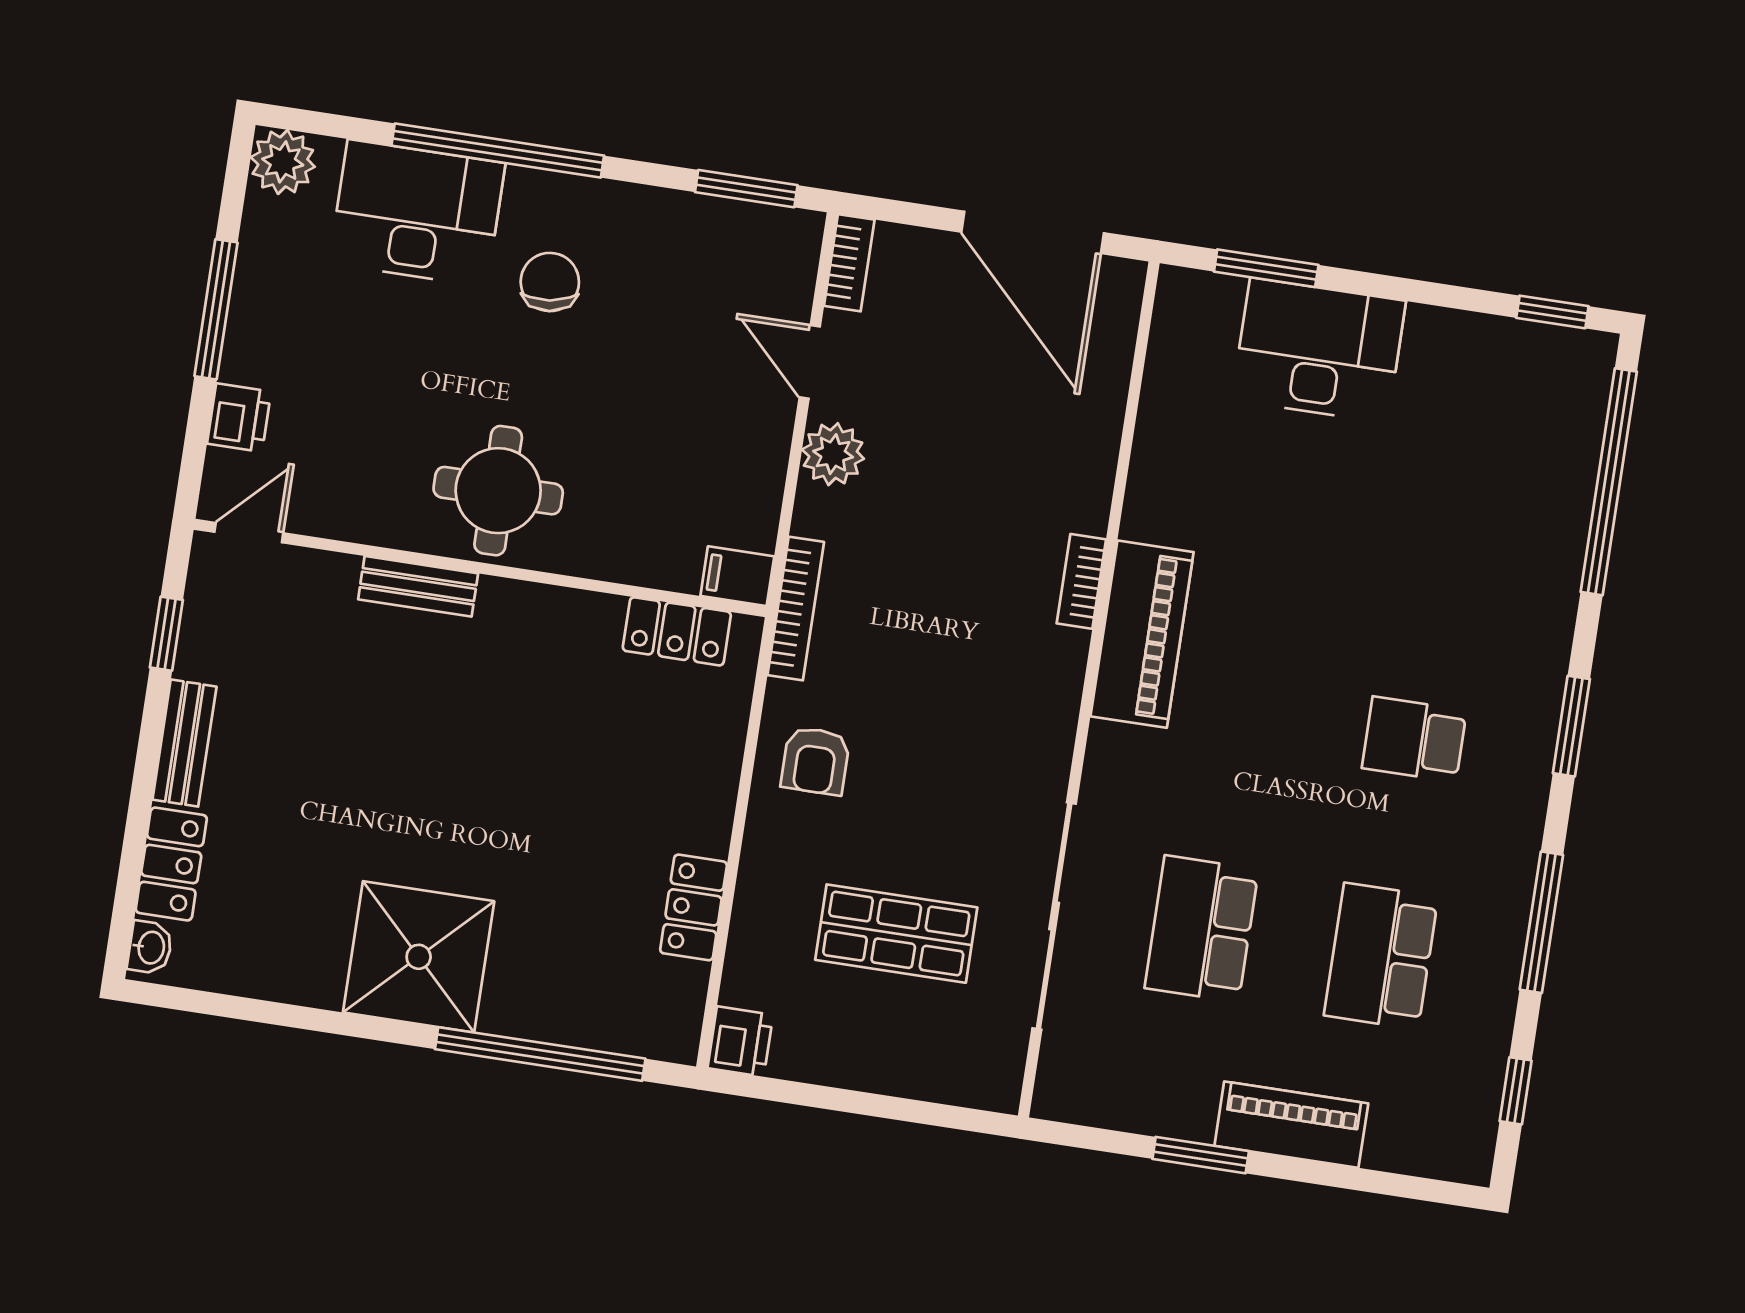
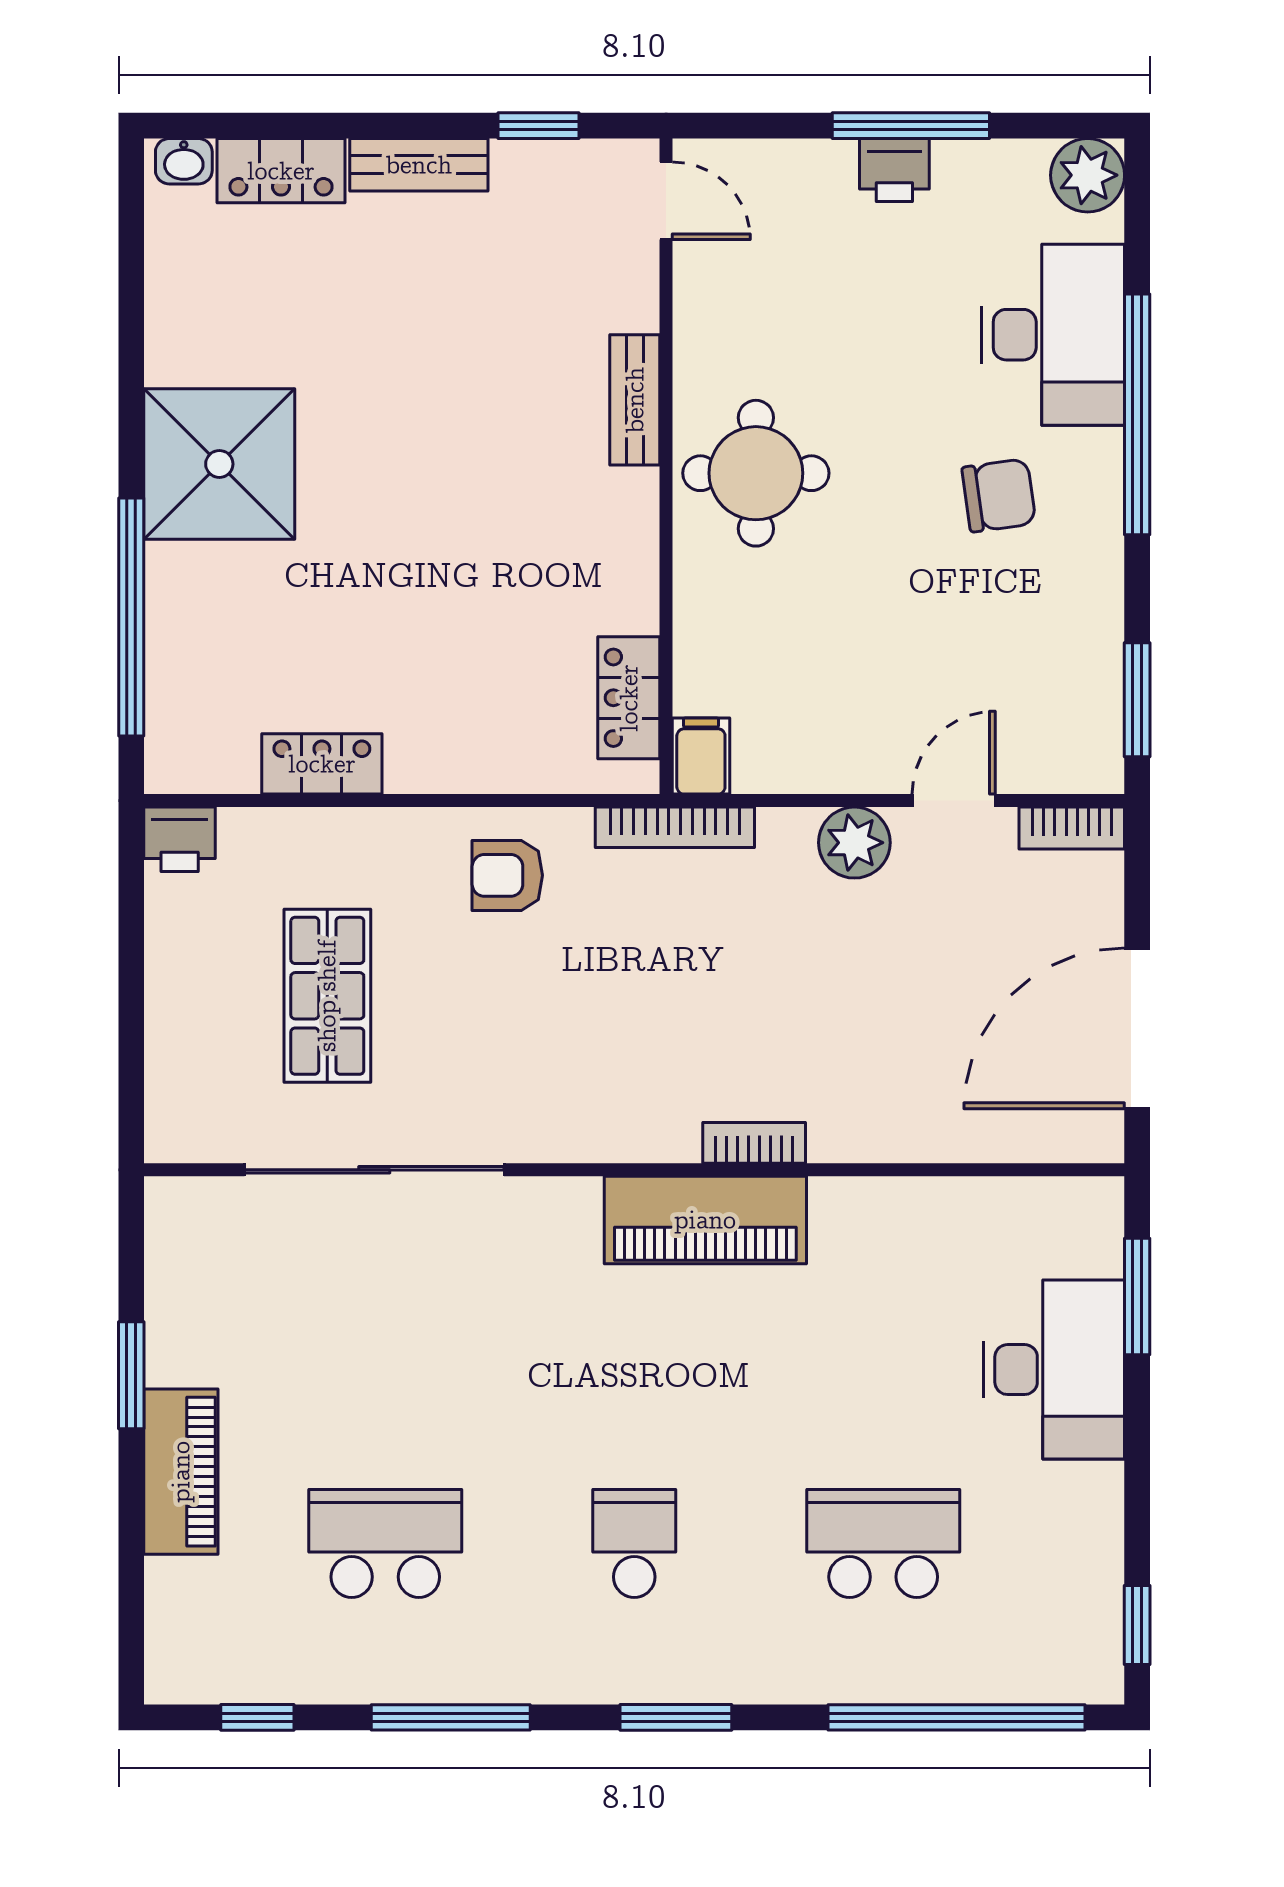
printer: (239, 418) -> (894, 170), moved
school desk: (1202, 929) -> (883, 1543), moved

